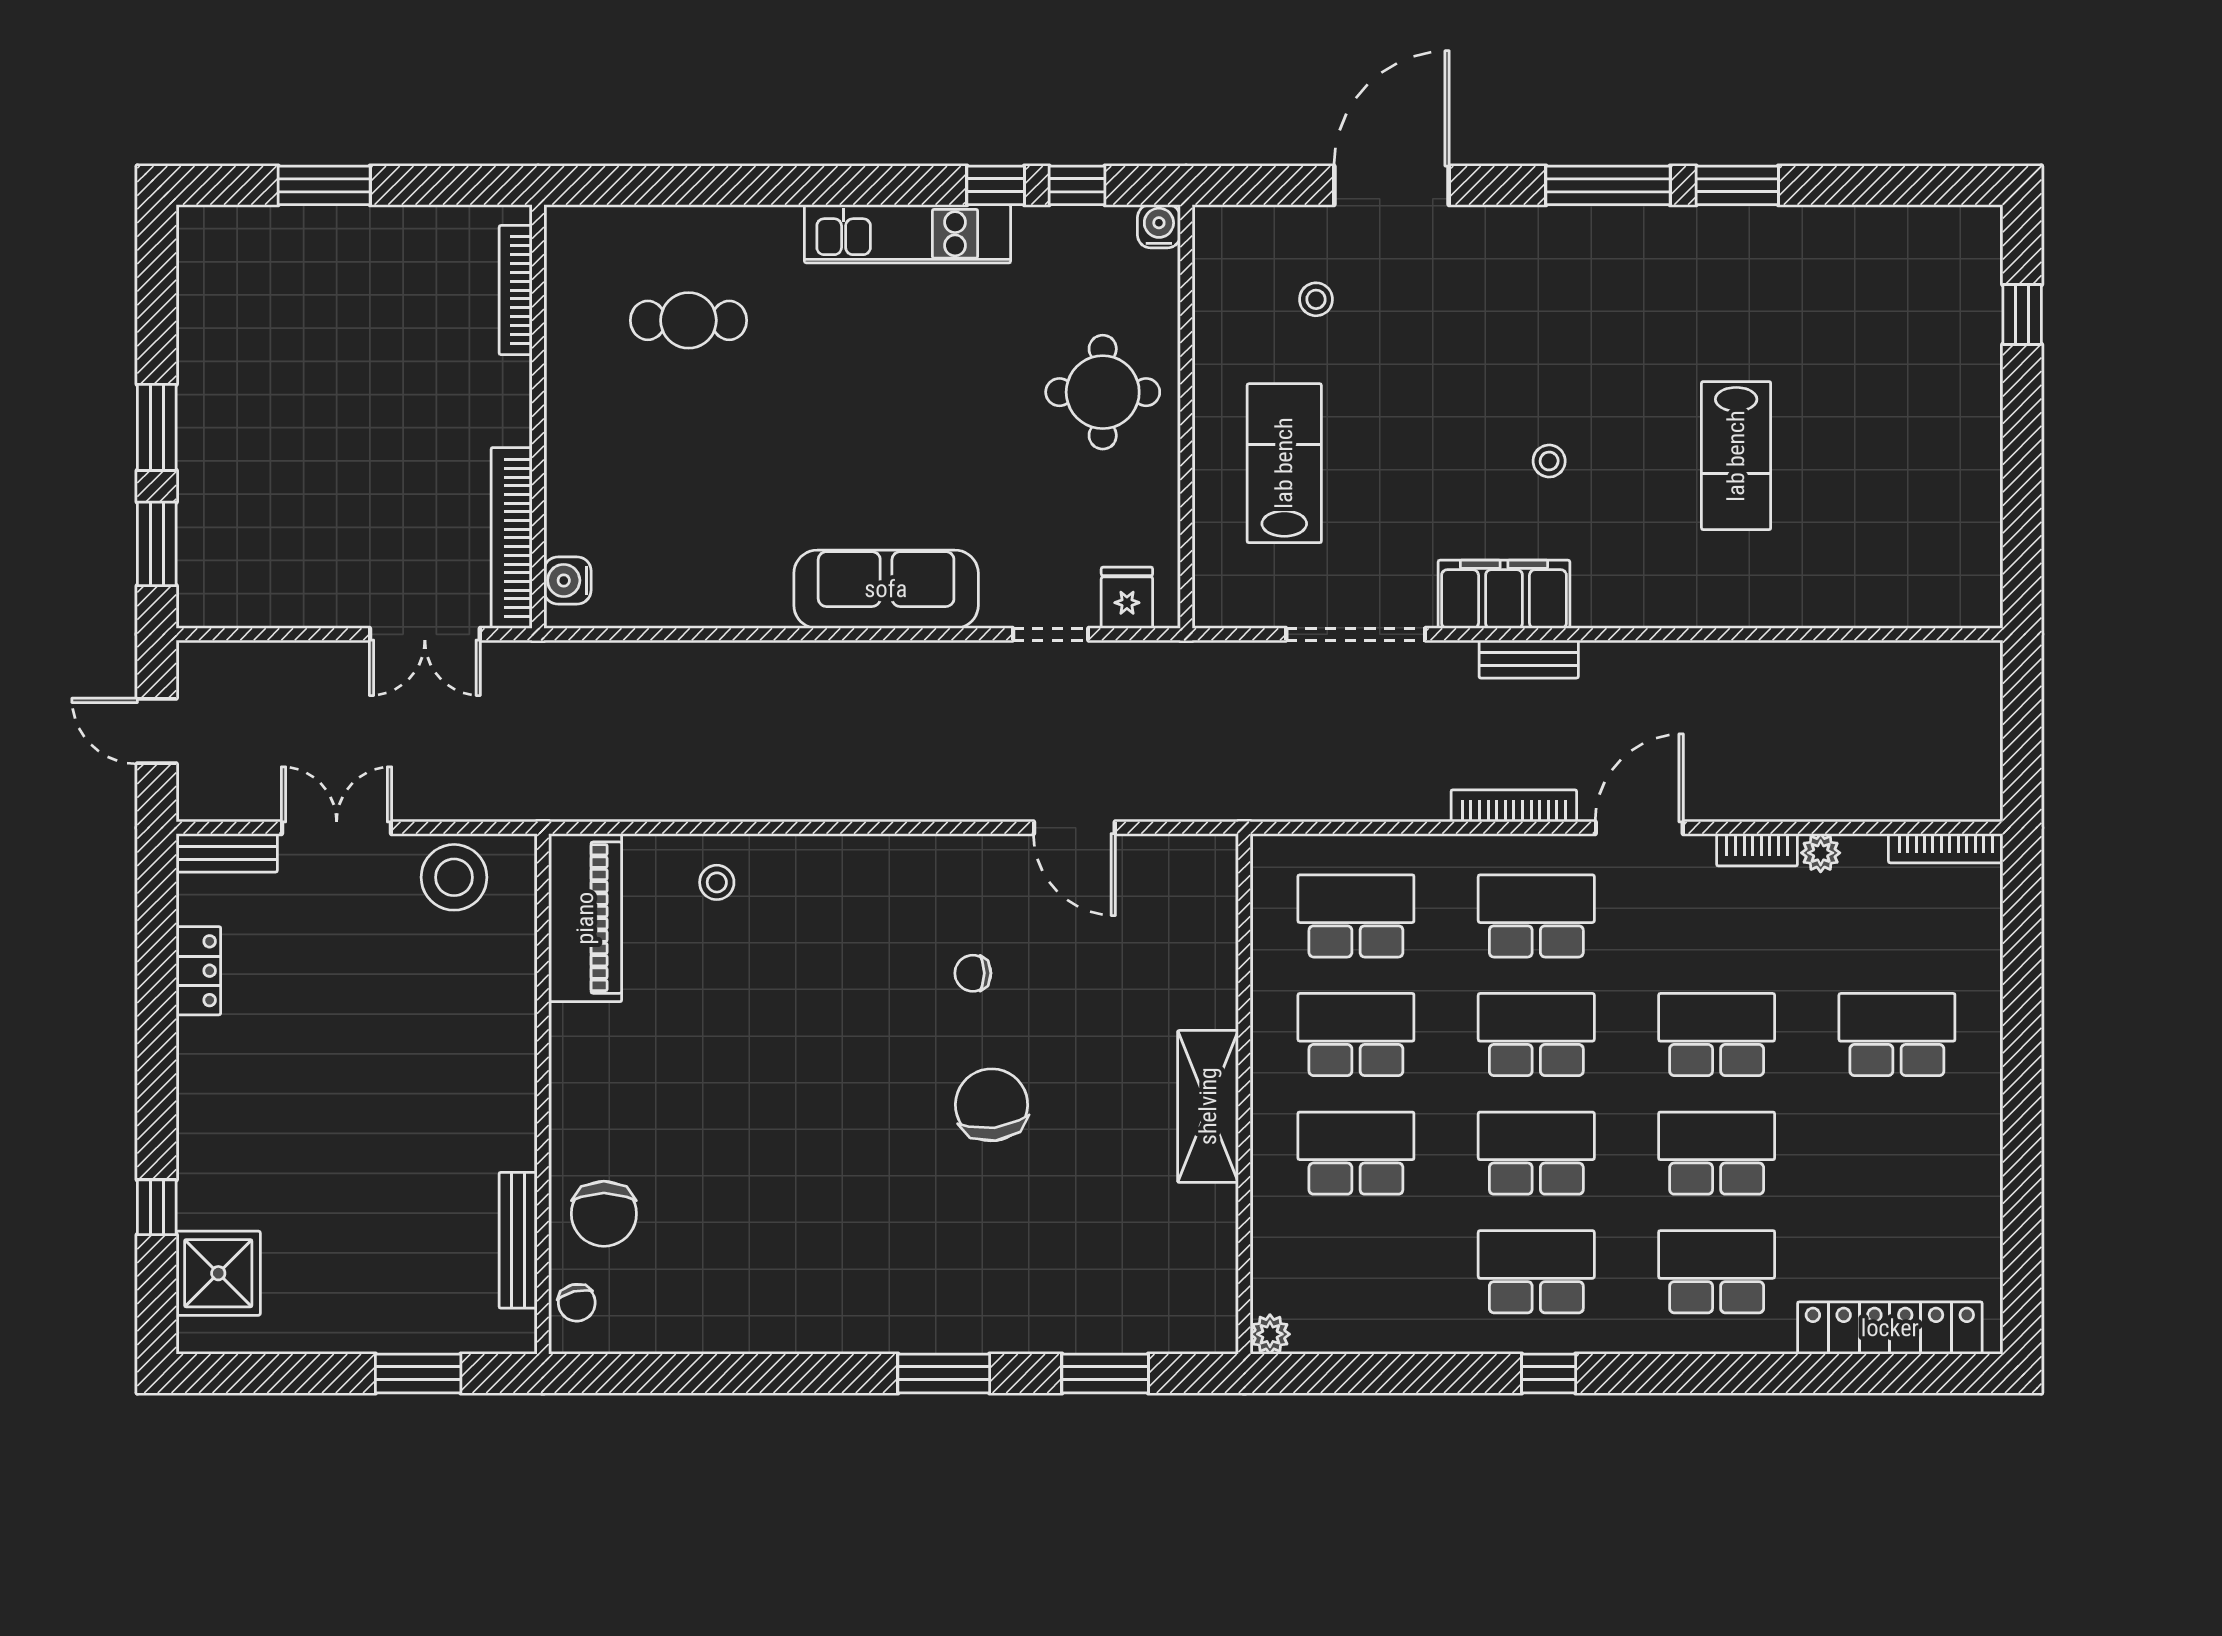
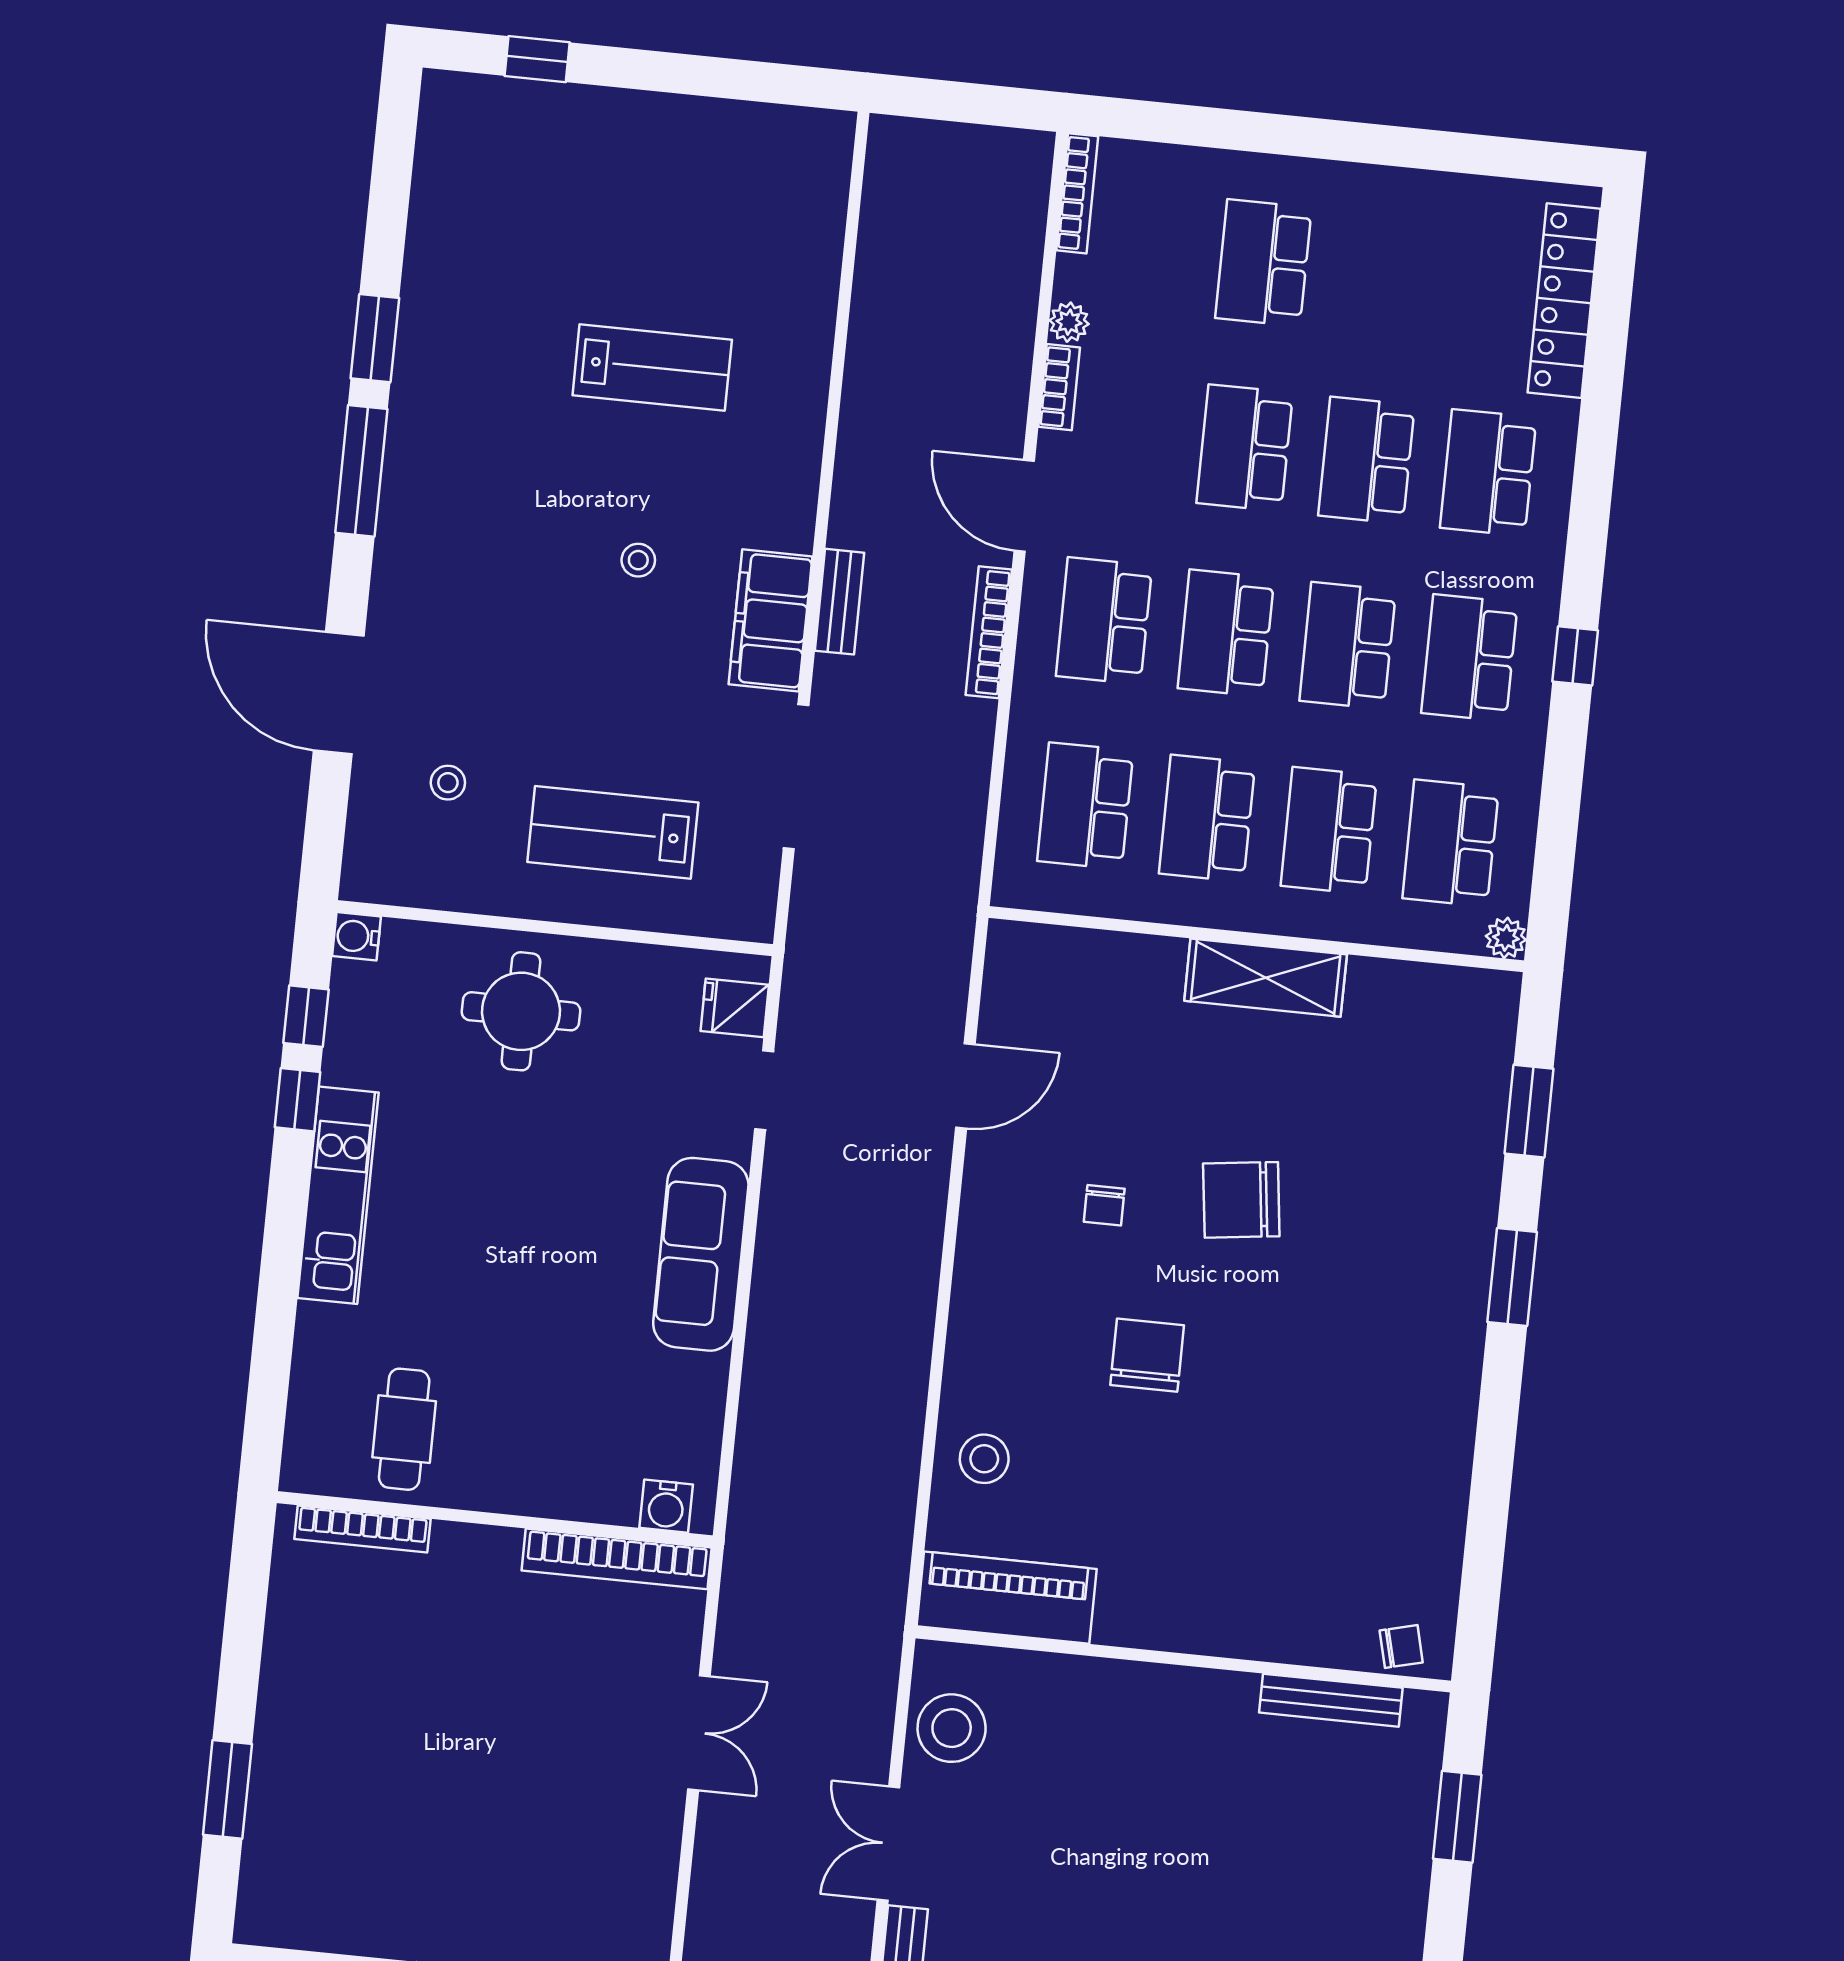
bookcase: (516, 290) -> (363, 1529), moved
wall: (538, 417) -> (495, 1519), moved
bookcase: (512, 538) -> (617, 1559), moved
water cooler: (567, 580) -> (666, 1506), moved
stool: (717, 882) -> (984, 1459), width x1.37, depth x1.37
chair: (604, 1214) -> (1147, 1355), moved, turned -90
school desk: (1356, 1272) -> (1451, 843), added

